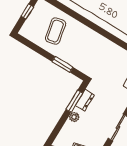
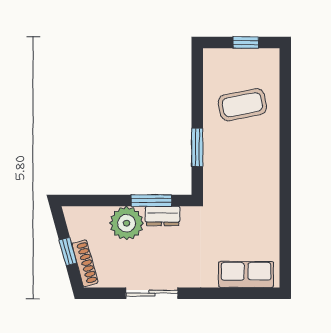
plant: (74, 117) -> (127, 223), width x1.88, depth x1.88

